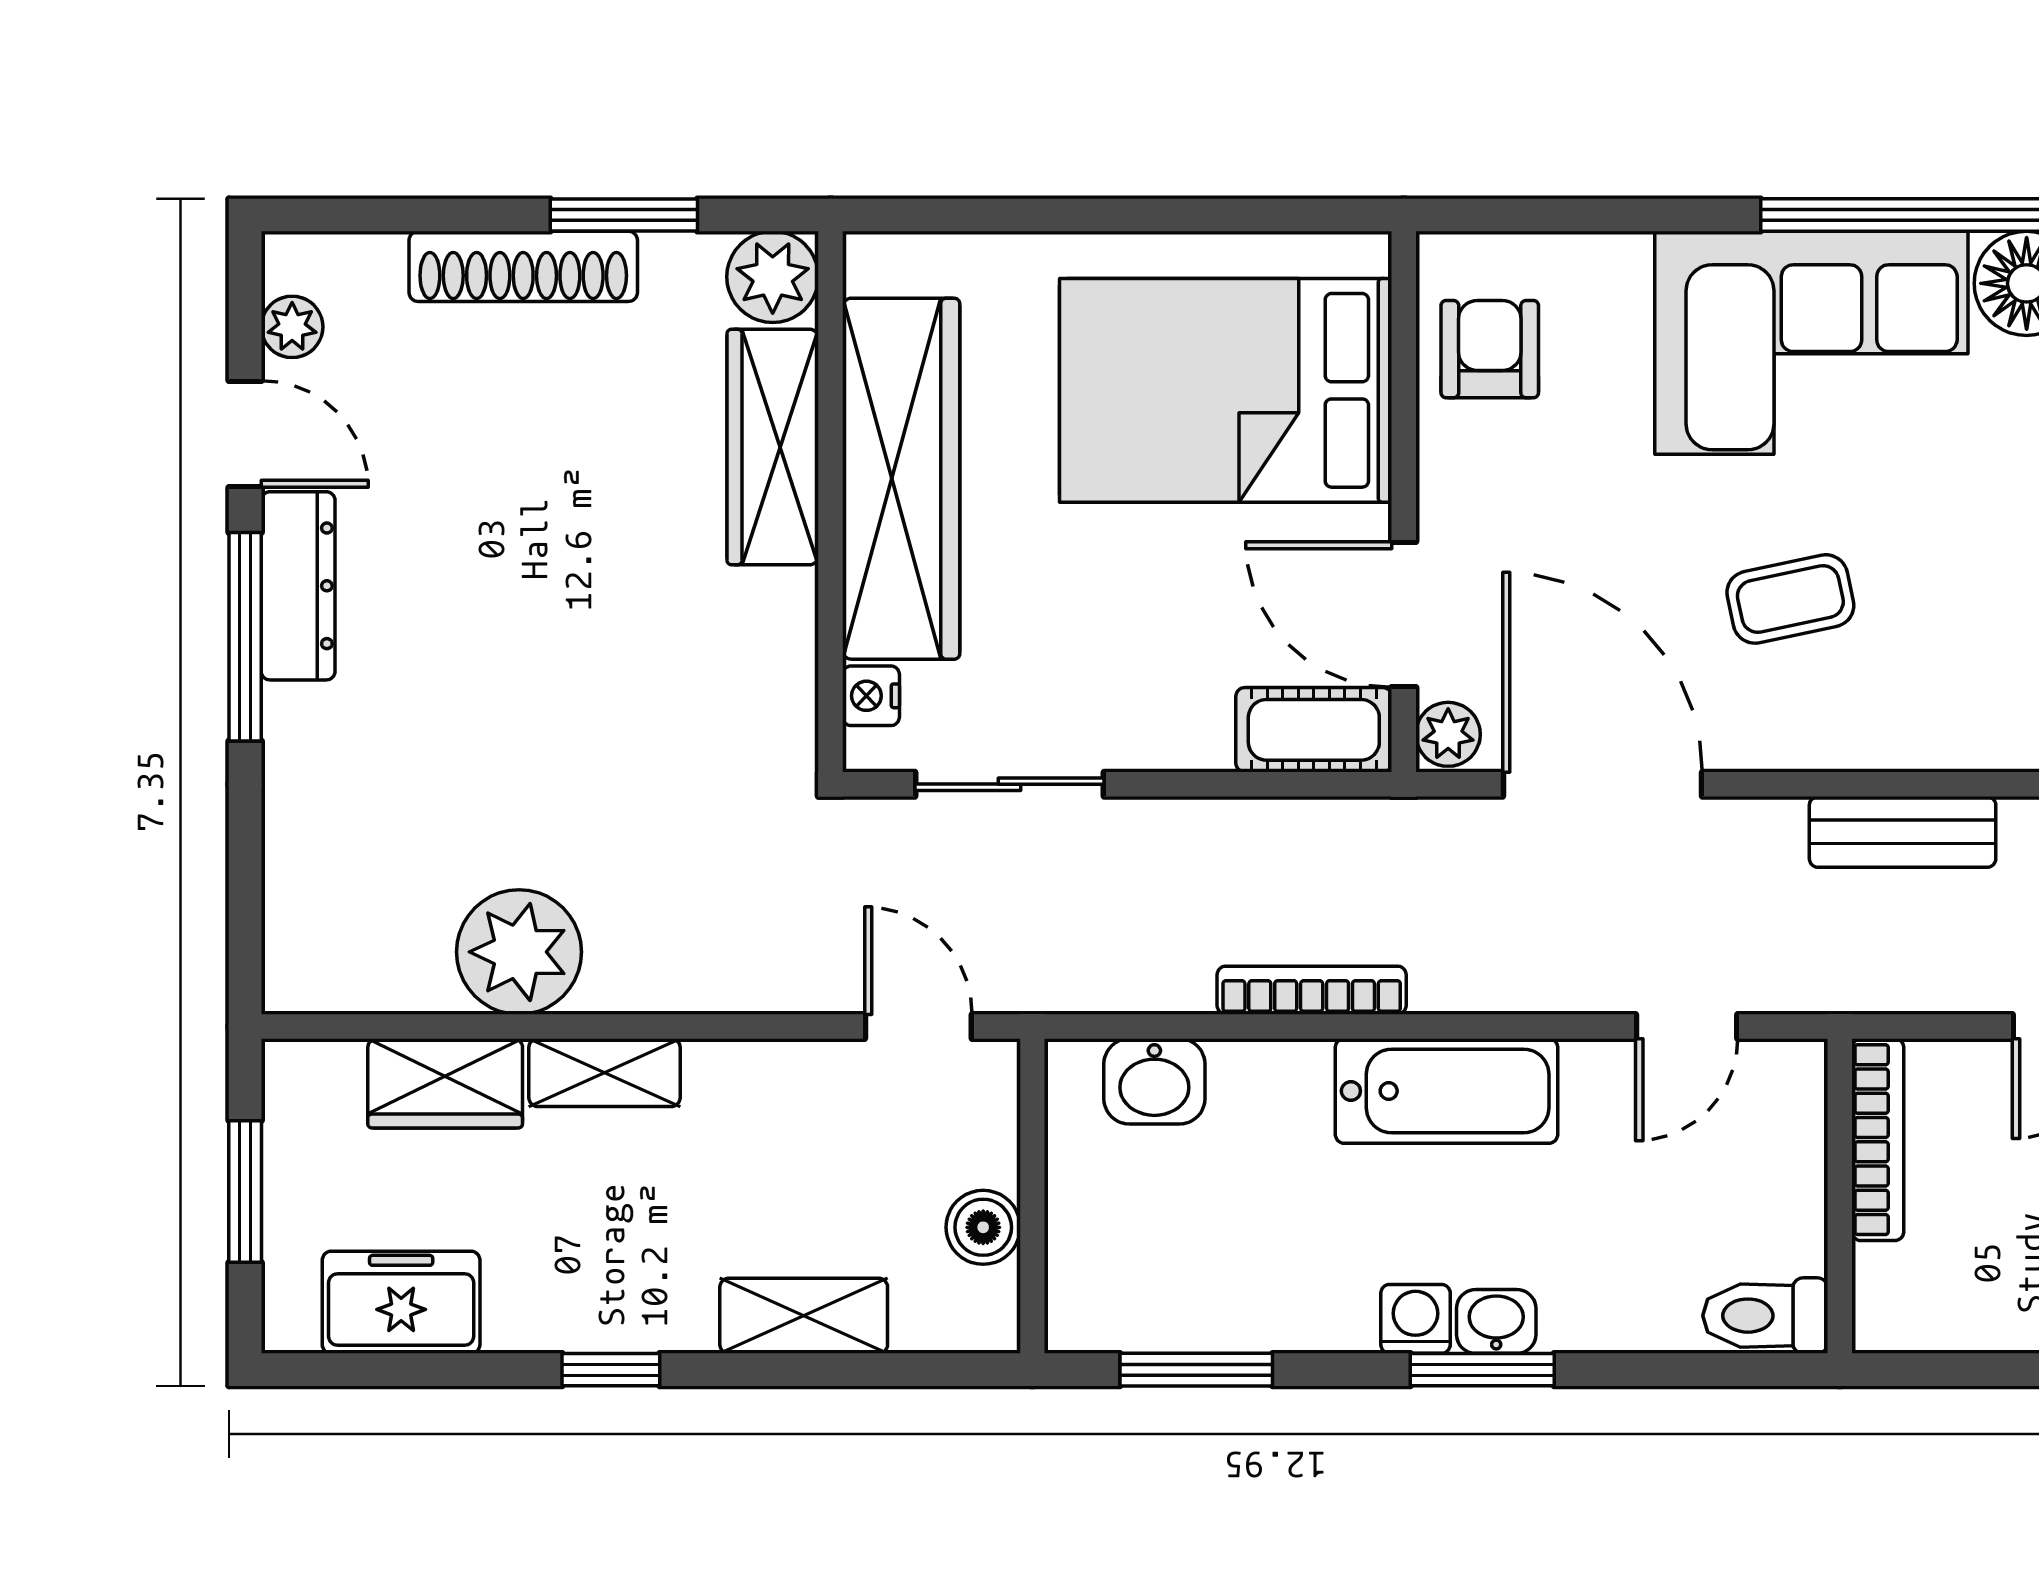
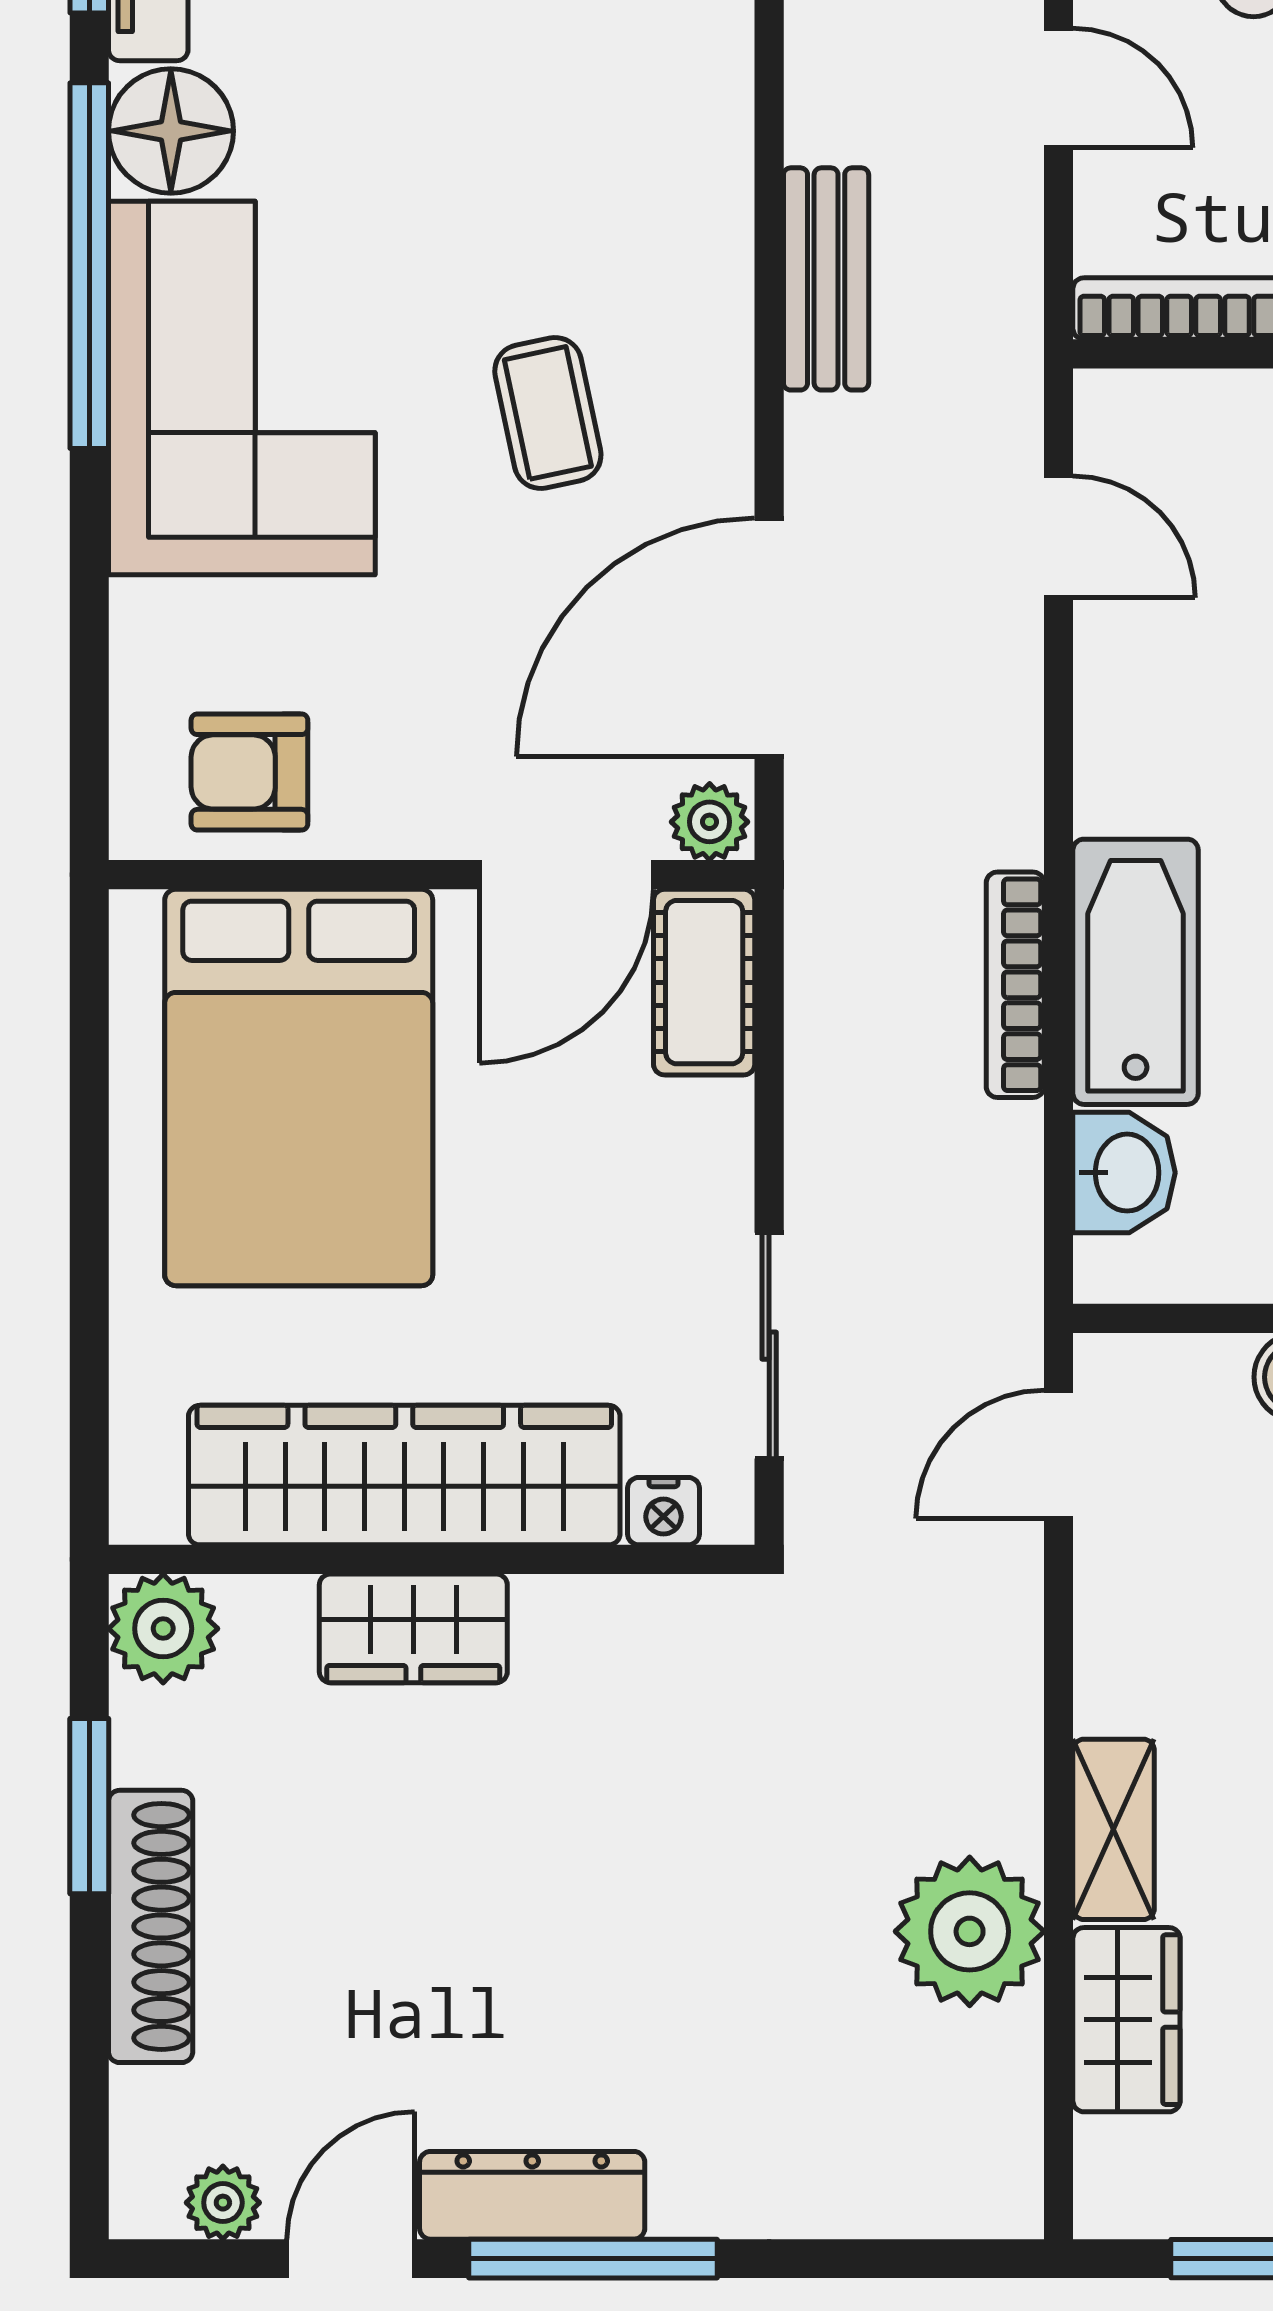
wardrobe: (773, 447) -> (413, 1628), width x0.67
bathtub: (1447, 1091) -> (1136, 972), moved

